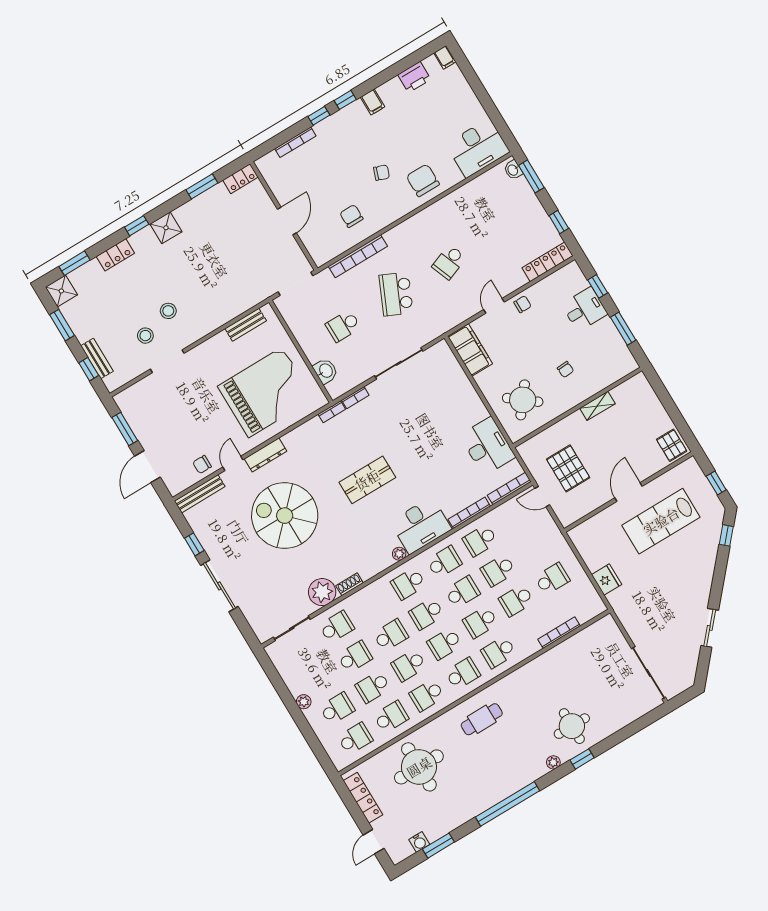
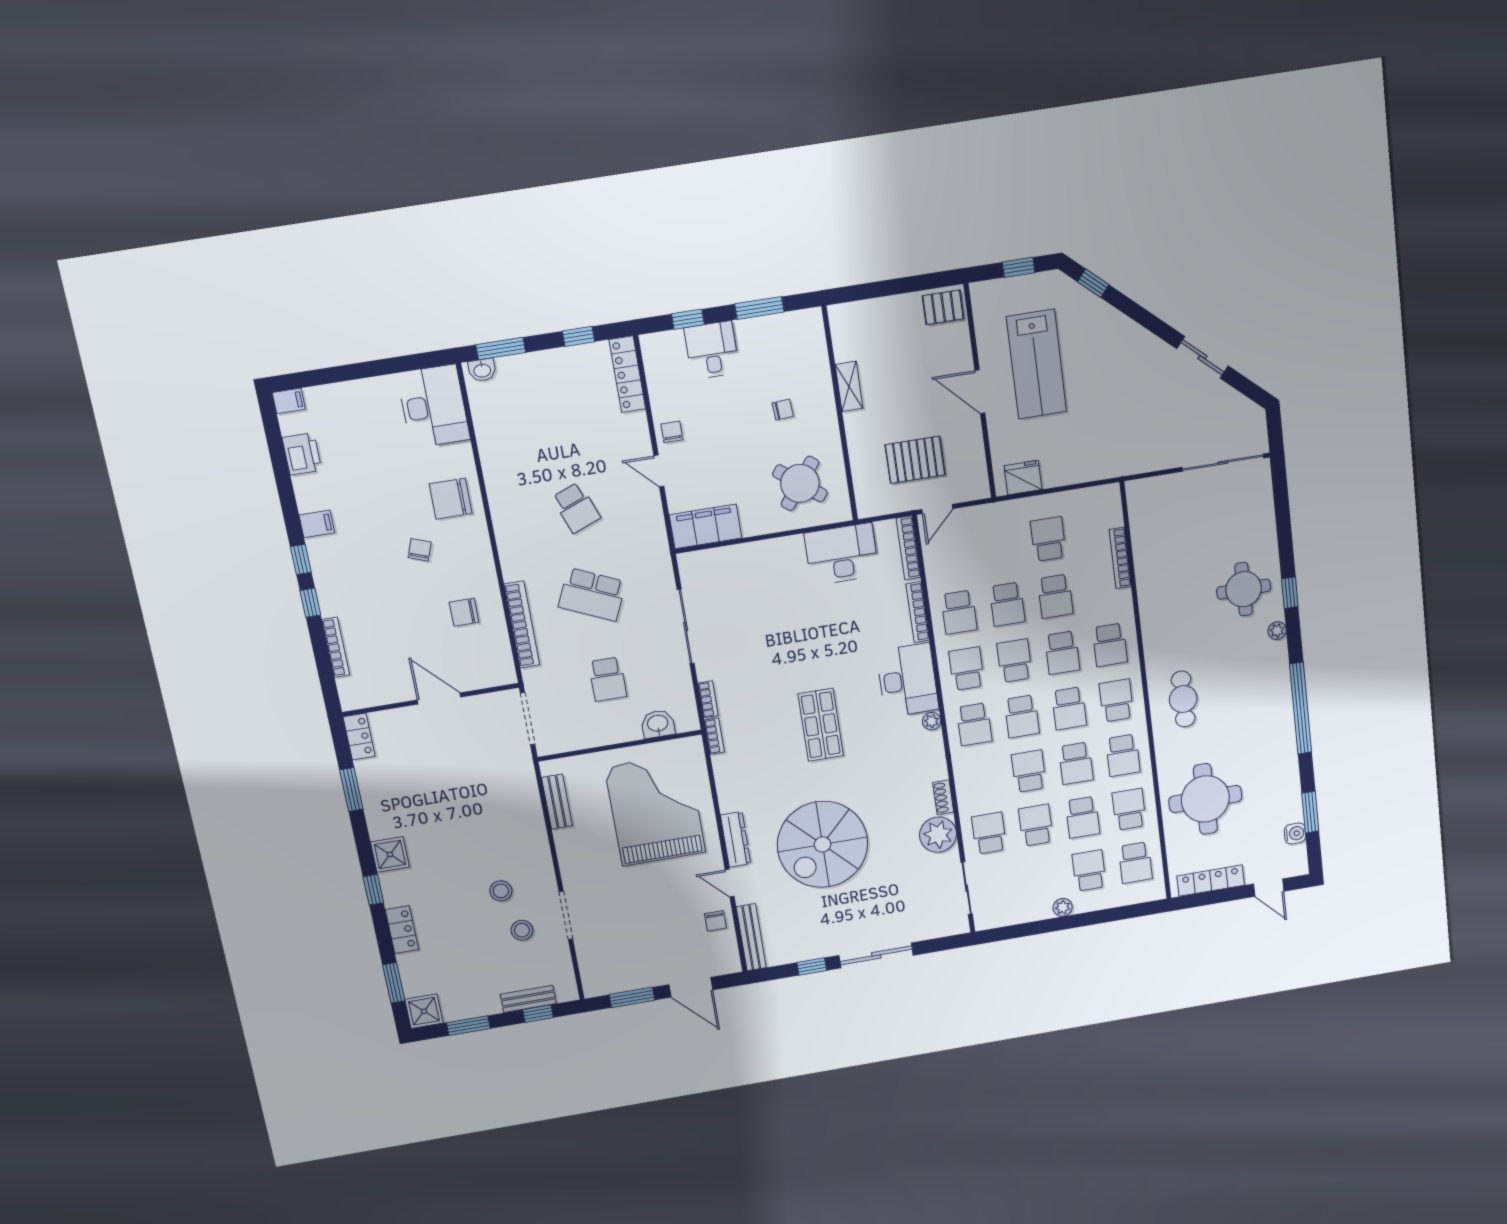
fridge: (607, 580) -> (1023, 478), moved
school desk: (355, 739) -> (1135, 863), turned 180

